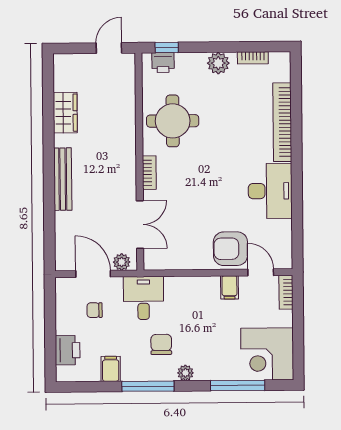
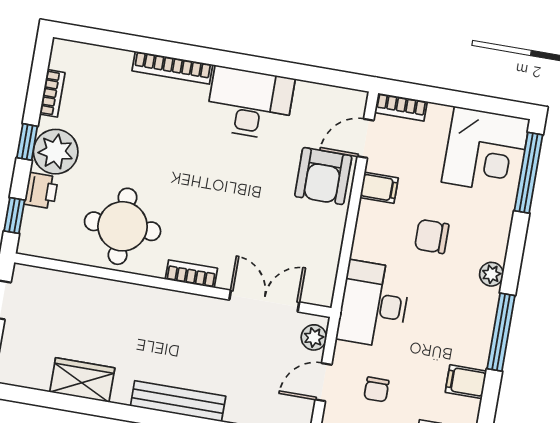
window: (217, 47) -> (27, 142), added
printer: (163, 63) -> (41, 191), moved
plant: (218, 63) -> (56, 152), width x1.36, depth x1.36
bookcase: (282, 122) -> (172, 68), width x0.68, depth x0.76
door: (93, 274) -> (323, 382), width x0.73
desk: (143, 298) -> (374, 304), width x1.37
chair: (161, 344) -> (432, 236), moved
window: (238, 385) -> (528, 173), moved

